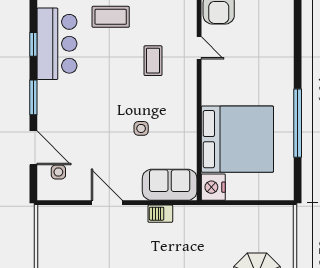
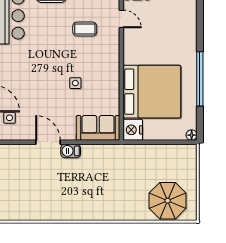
coffee table: (153, 61) -> (85, 29), turned 90
floor lamp: (287, 194) -> (192, 135), added
barbecue: (160, 214) -> (71, 151), moved

